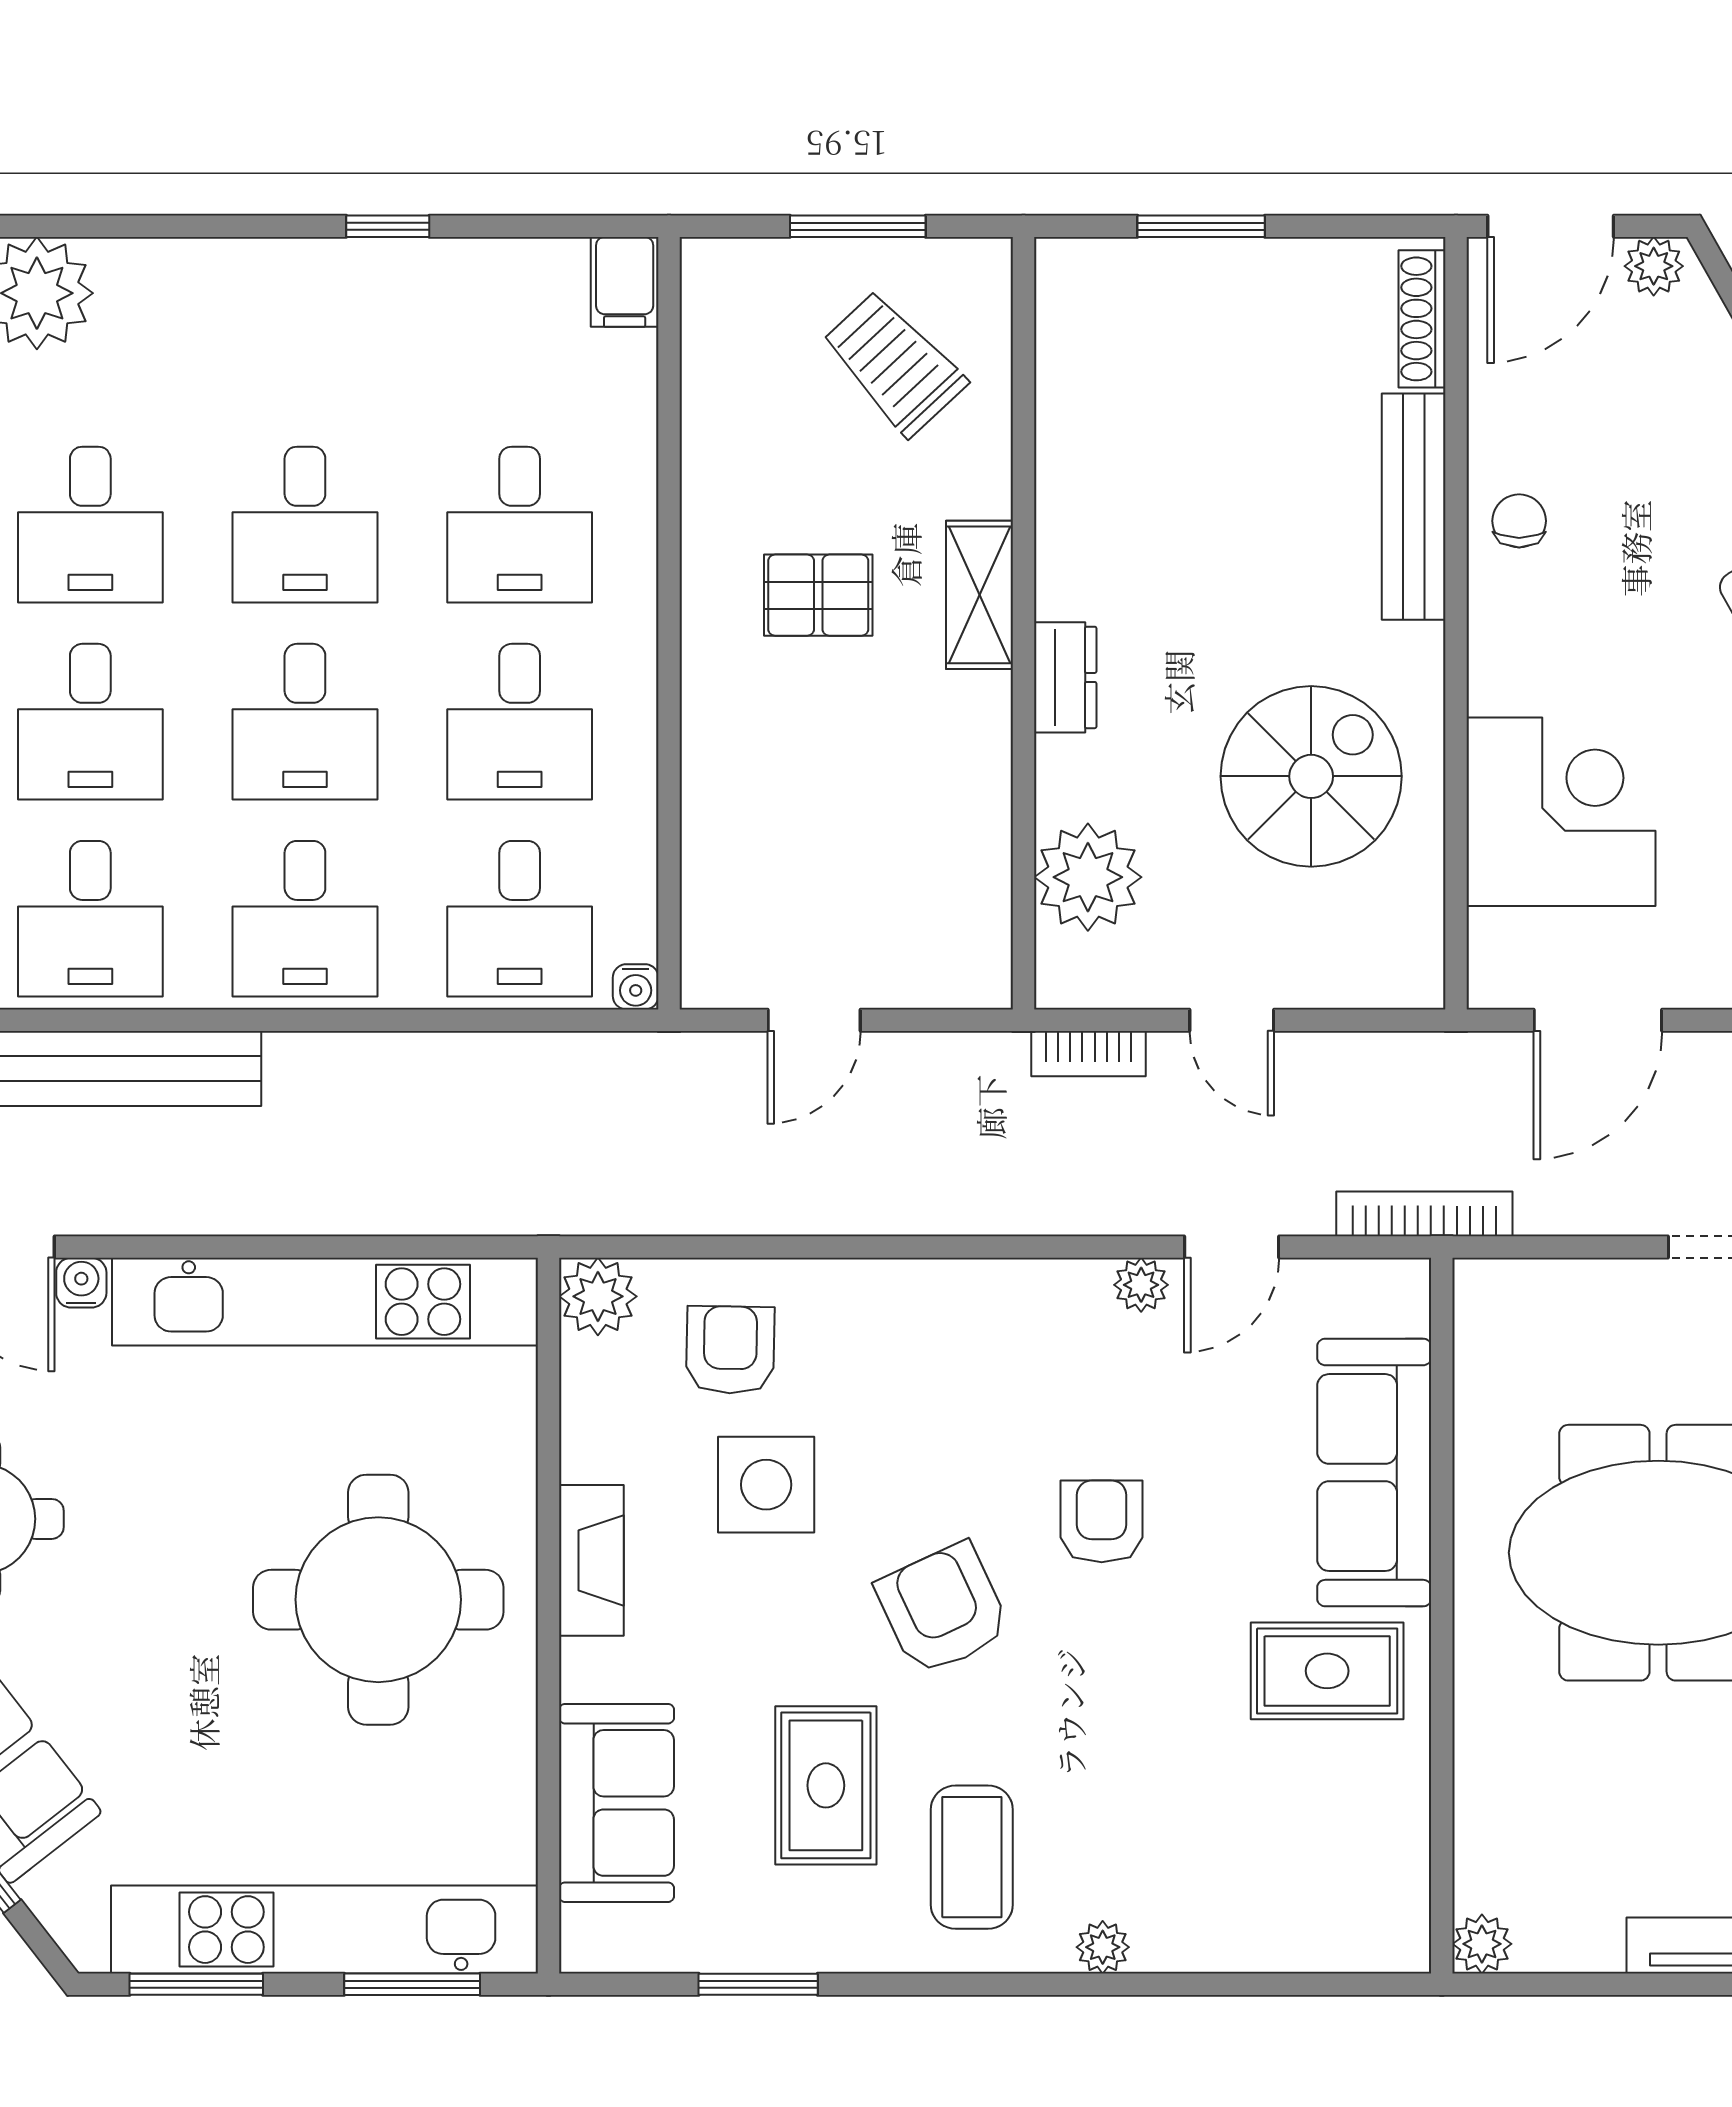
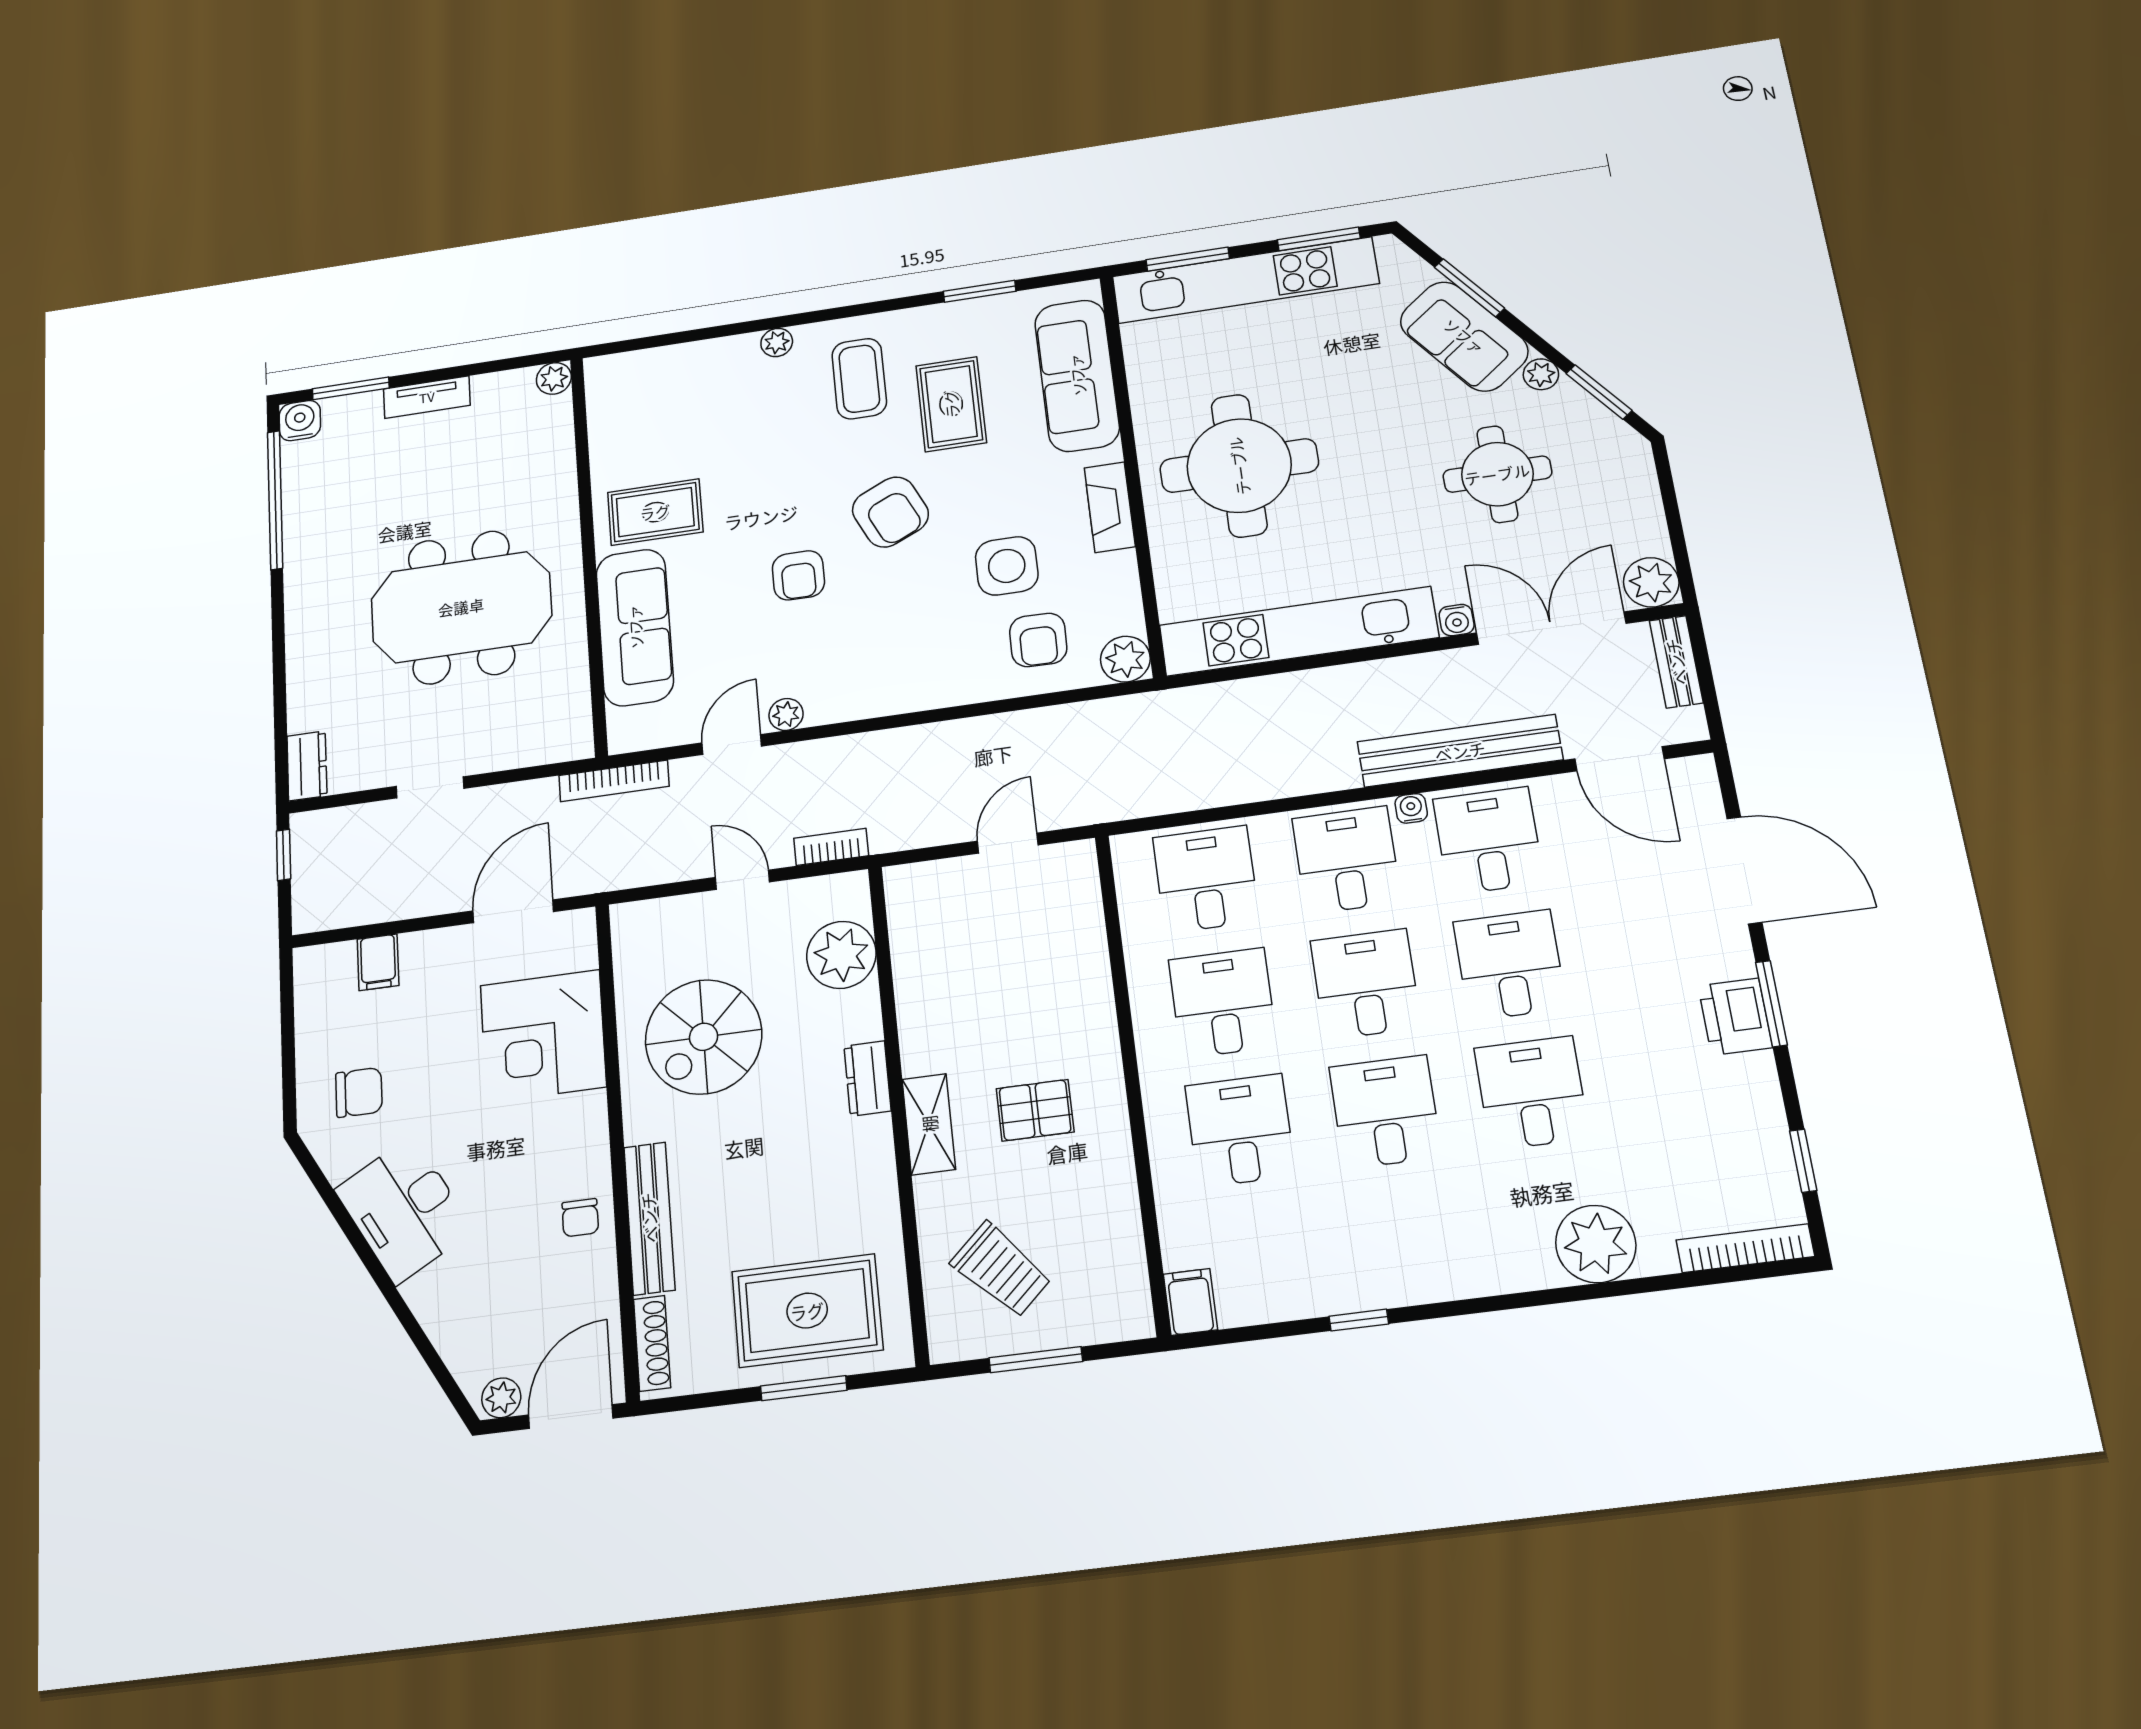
rug: (1187, 339) -> (807, 1311), added
water cooler: (636, 987) -> (1411, 808), moved
sofa: (617, 1803) -> (1077, 375), width x1.36

